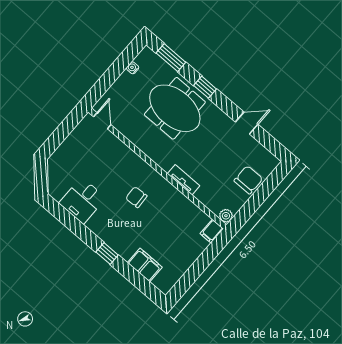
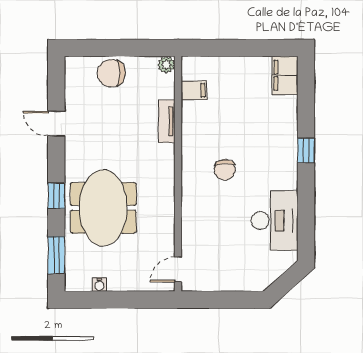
tv unit: (184, 180) -> (167, 121), moved
desk: (82, 201) -> (274, 221), width x1.37
filing cabinet: (212, 231) -> (194, 90), moved
filing cabinet: (145, 265) -> (285, 75), moved

